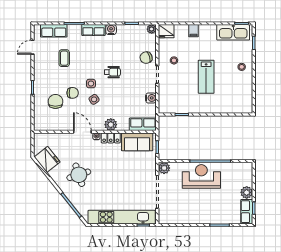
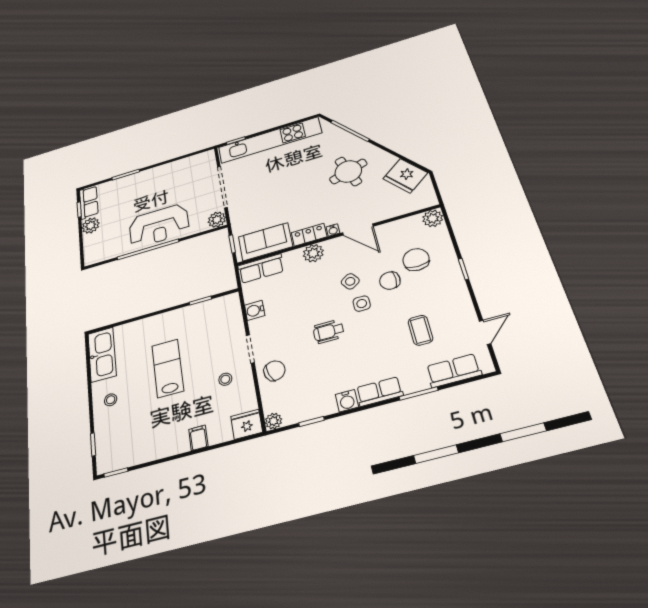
kitchen sink: (233, 32) -> (102, 355), moved, turned 90
chair: (55, 101) -> (416, 260), turned 180
plant: (40, 125) -> (433, 218), added

